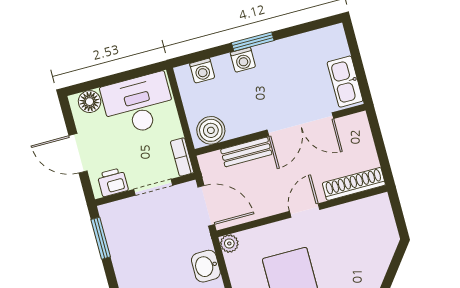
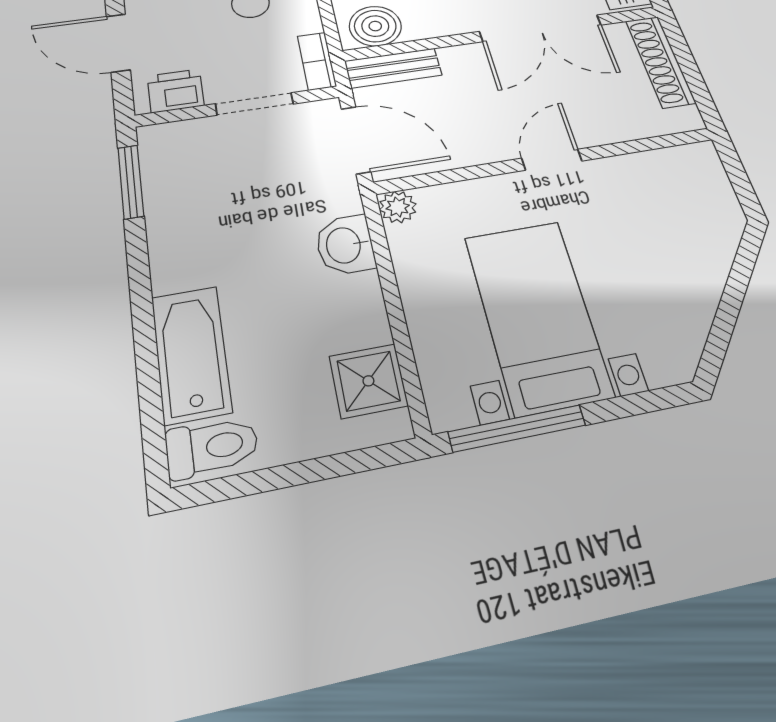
bench: (246, 152) -> (393, 68), moved
shoe rack: (354, 184) -> (660, 61), moved, turned -90

